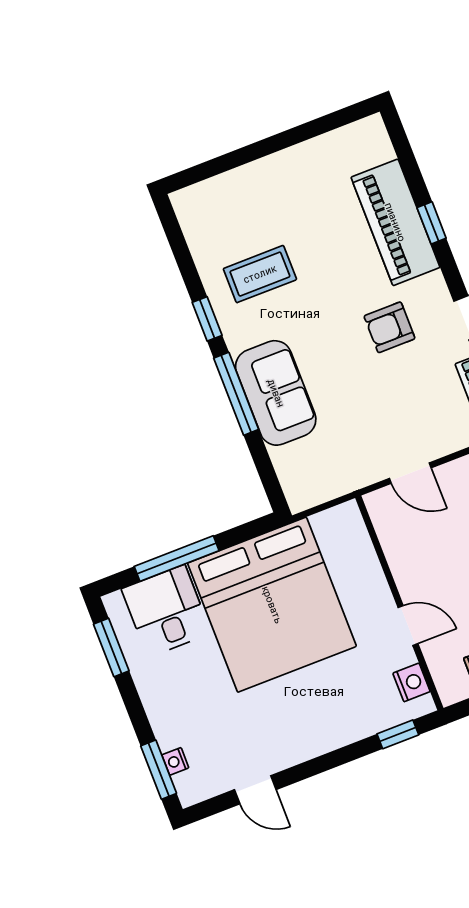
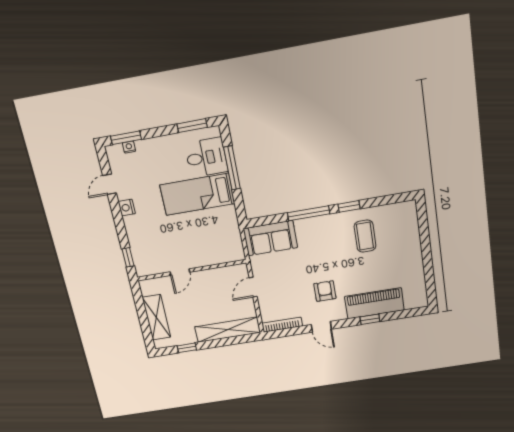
sofa: (276, 393) -> (270, 238), moved
bed: (272, 605) -> (197, 194), width x0.49
nightstand: (411, 682) -> (127, 208), moved, turned 90

